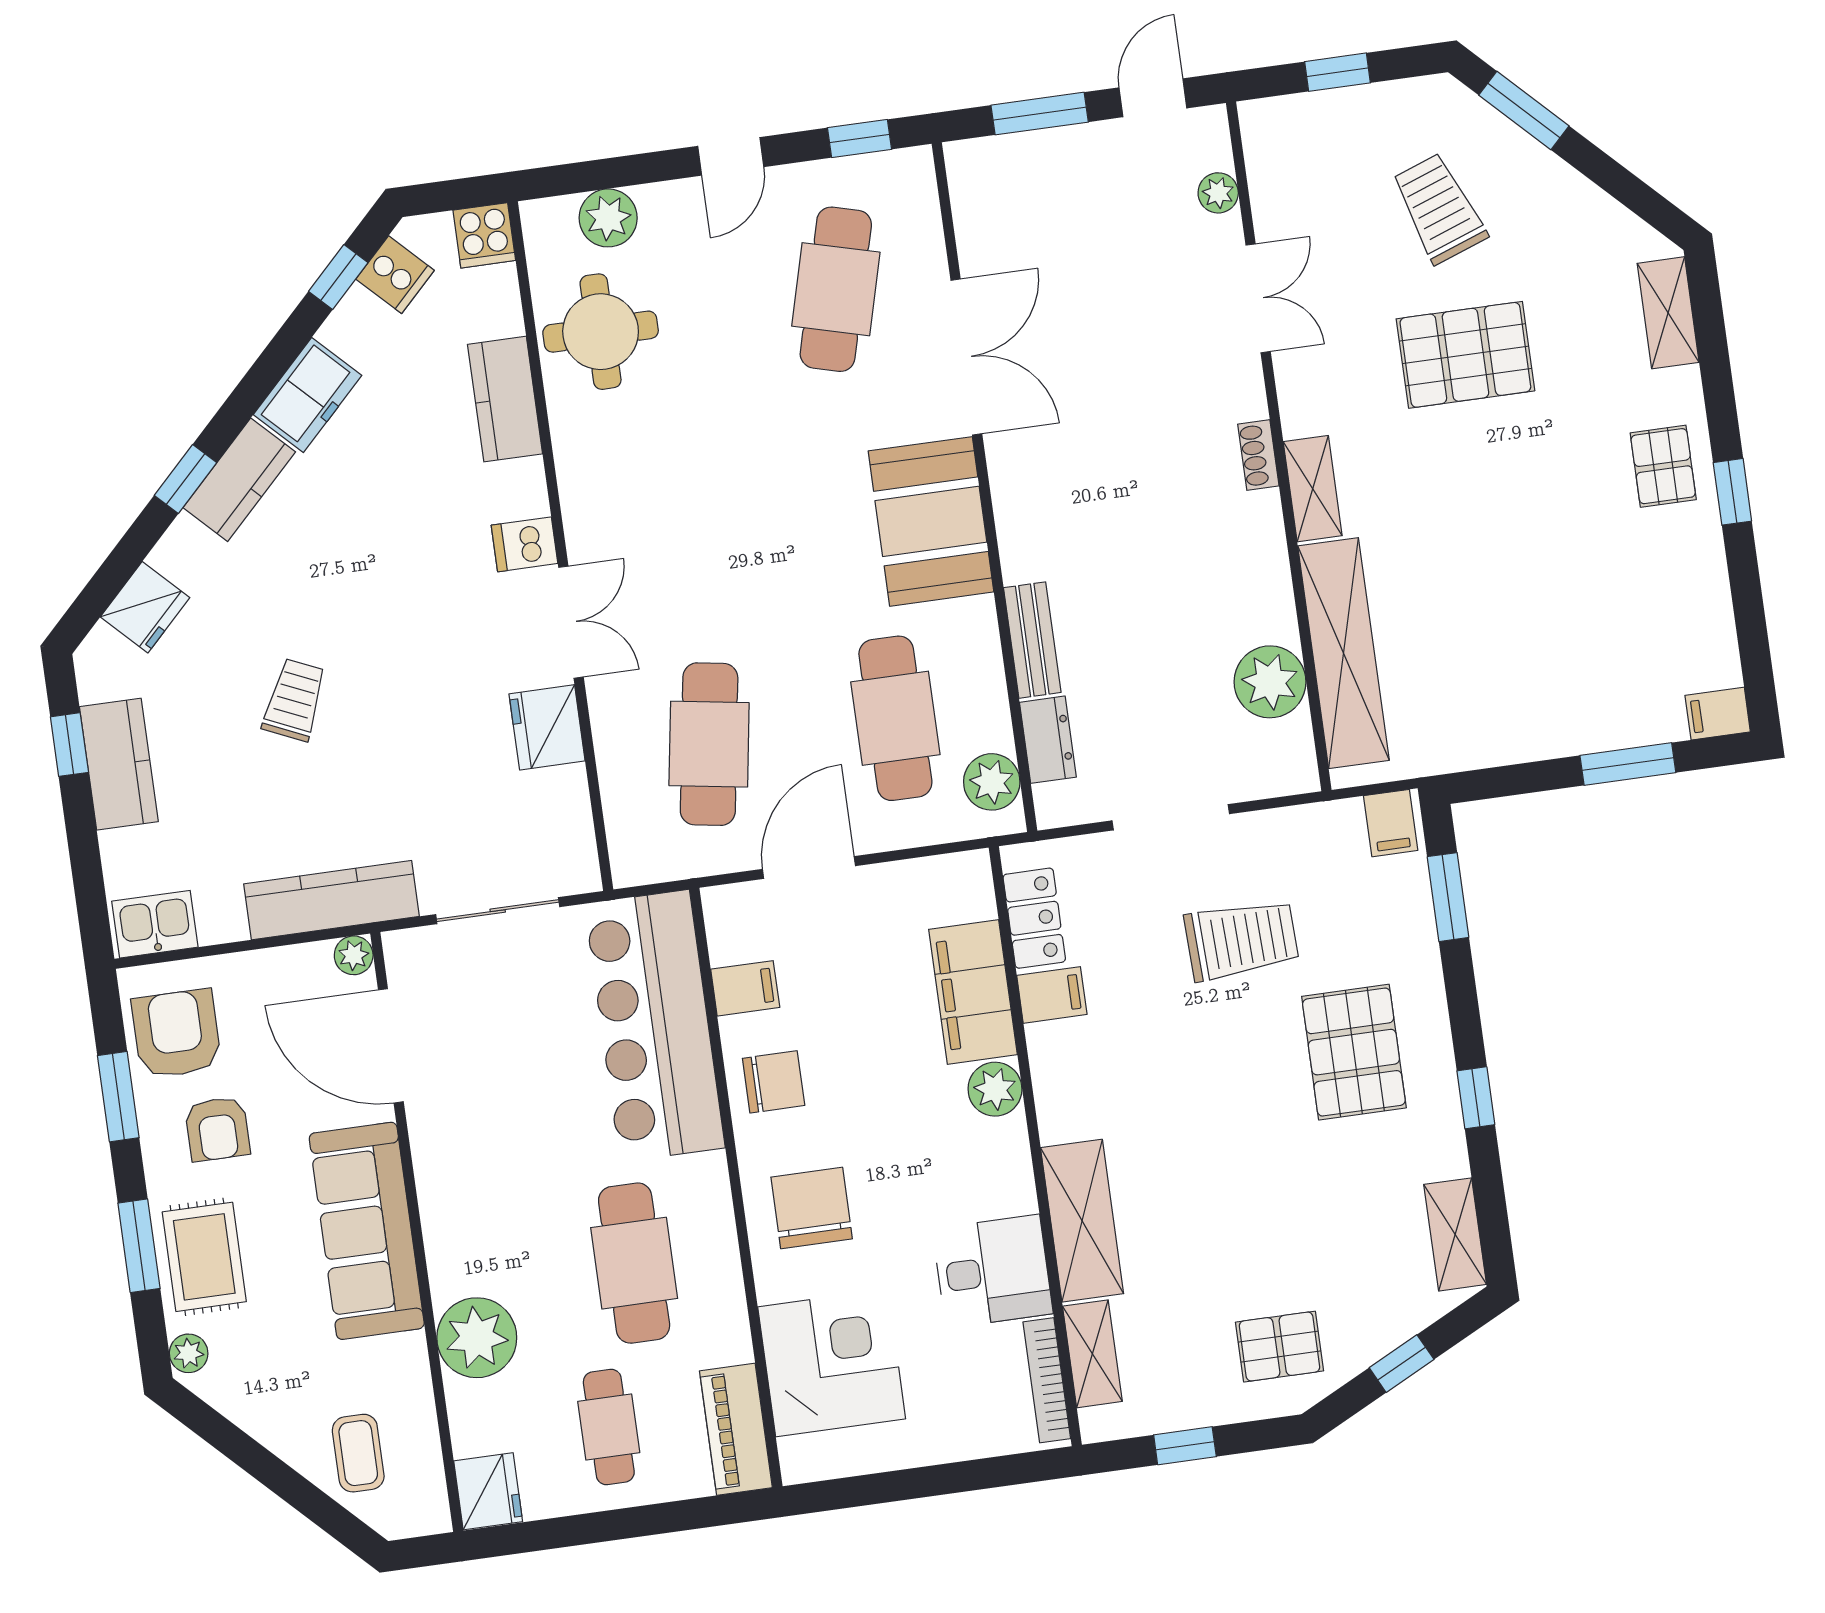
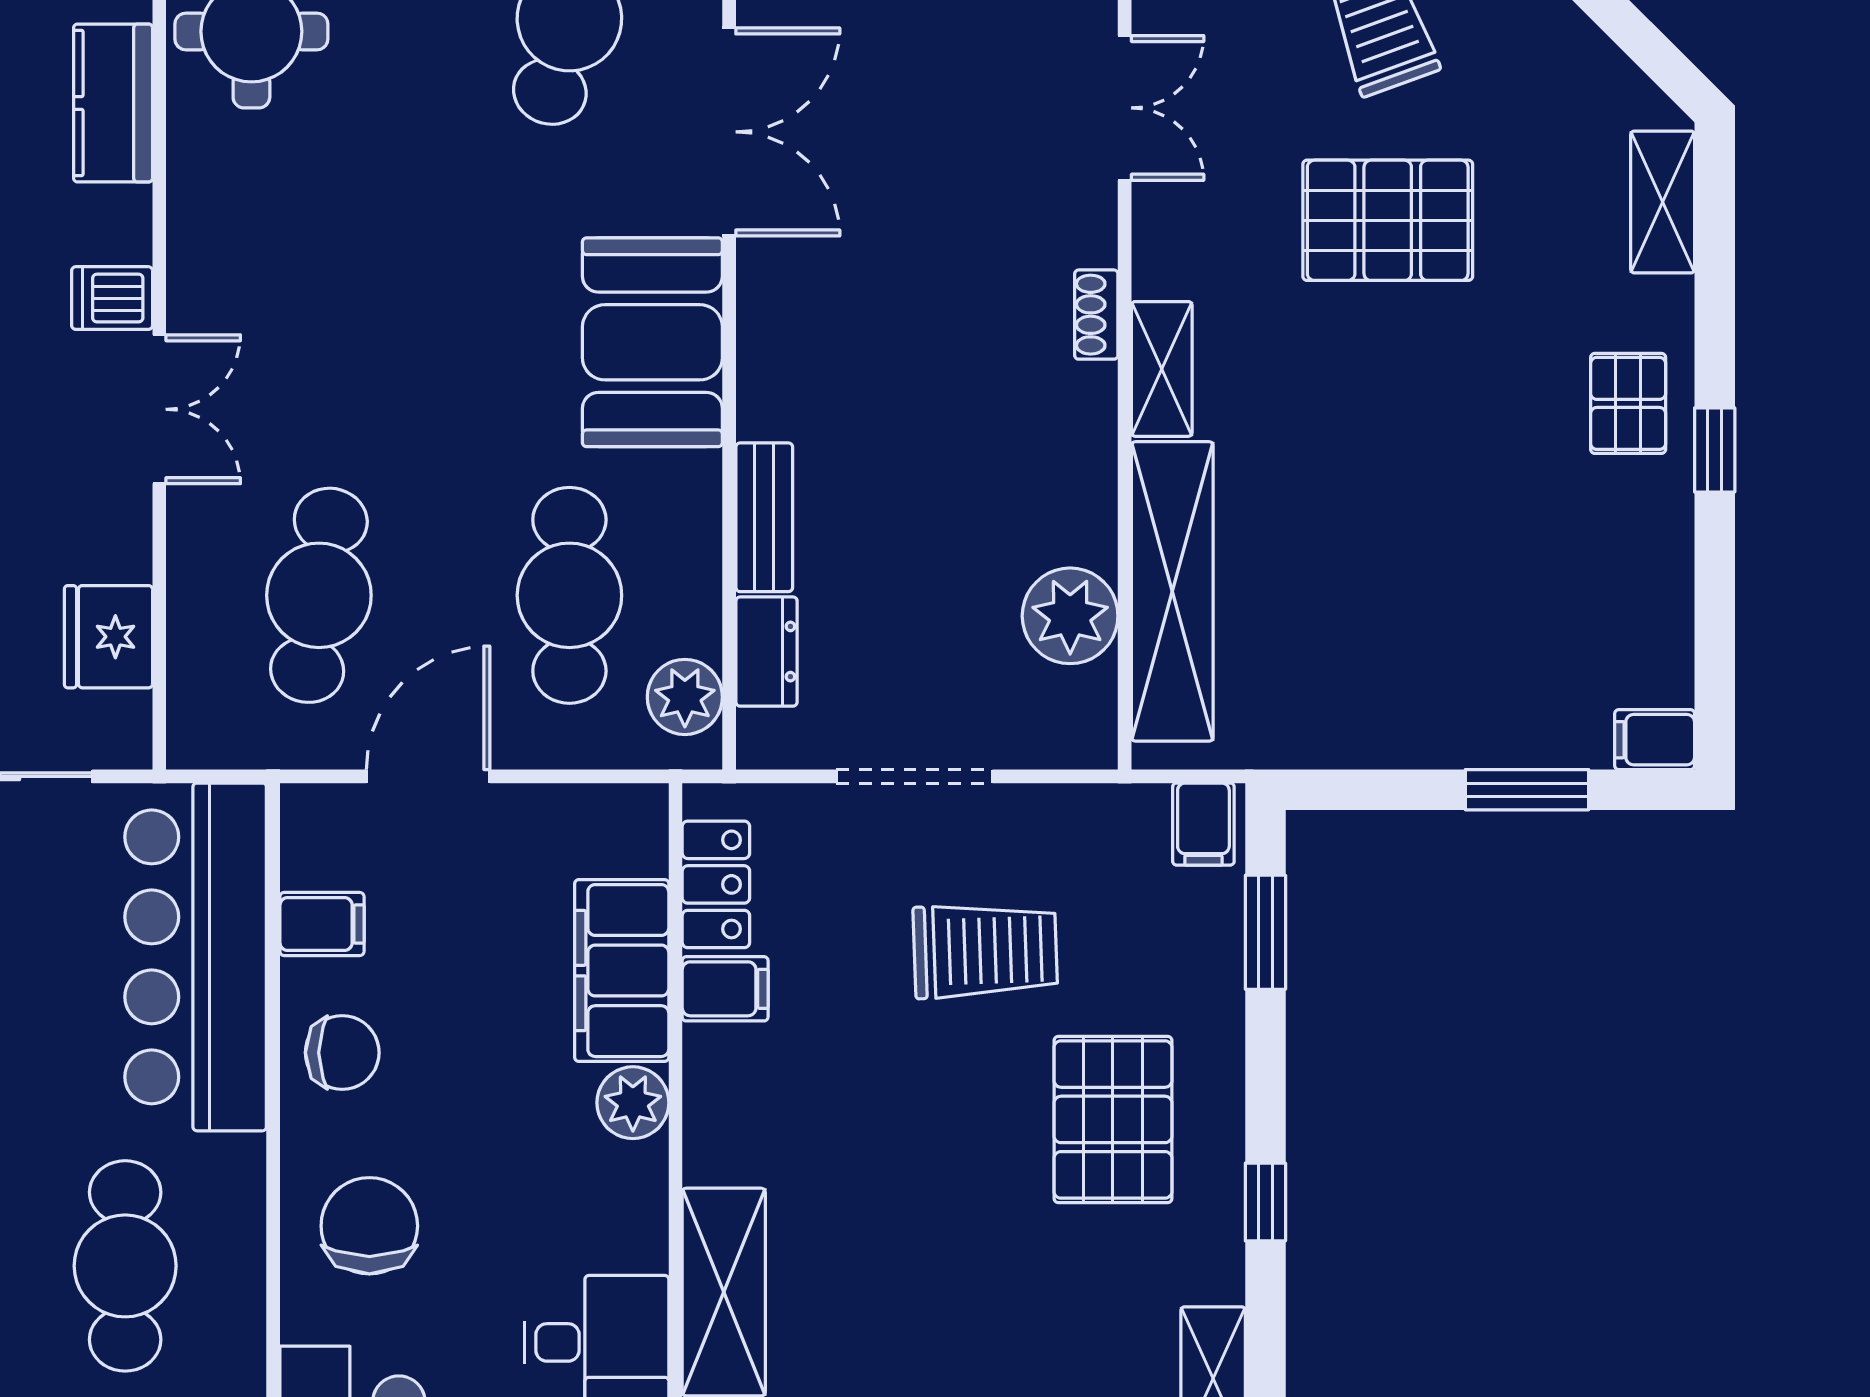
fridge: (547, 727) -> (108, 637), moved

